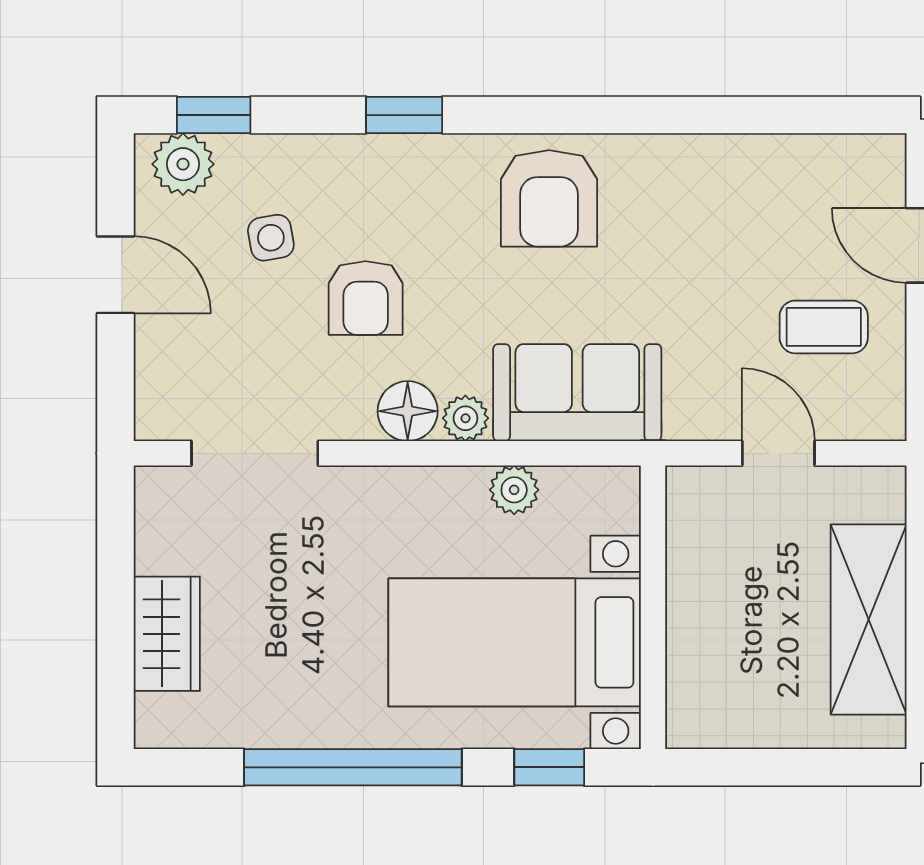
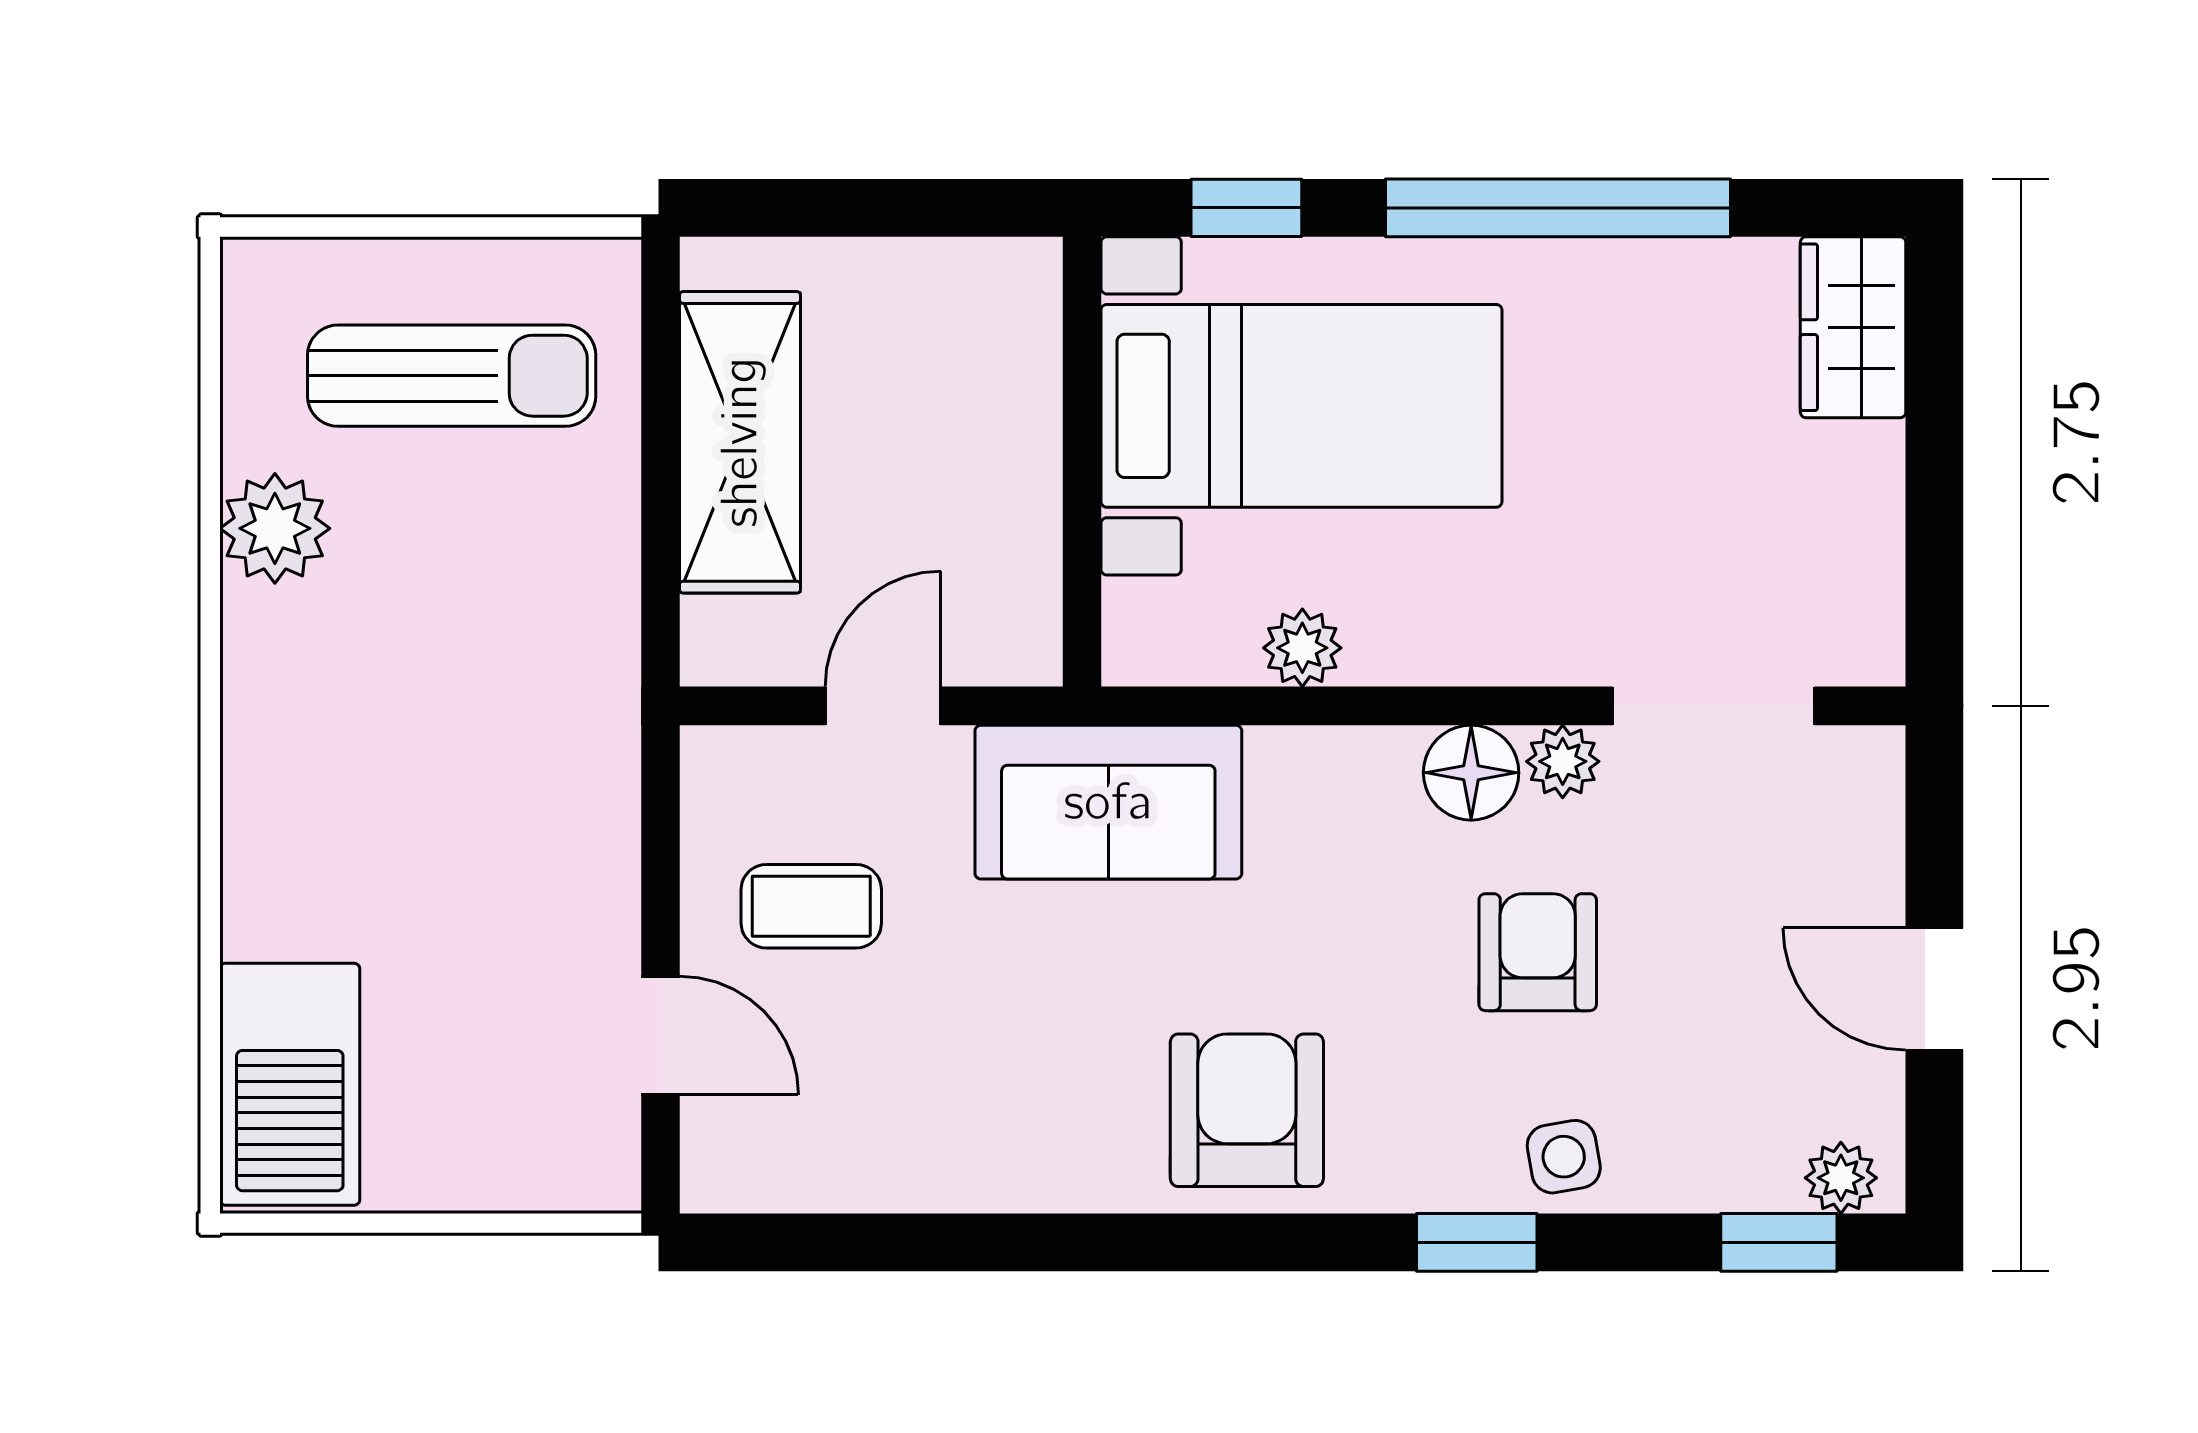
plant: (183, 164) -> (1841, 1178), width x0.73, depth x0.73
side table: (271, 238) -> (1564, 1157), moved
sofa: (577, 393) -> (1108, 802), moved
plant: (465, 418) -> (1563, 761), moved
door: (778, 453) -> (883, 706), swing flipped
wardrobe: (167, 634) -> (1853, 327), moved

